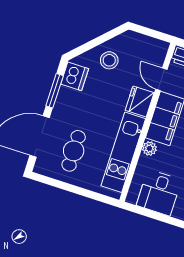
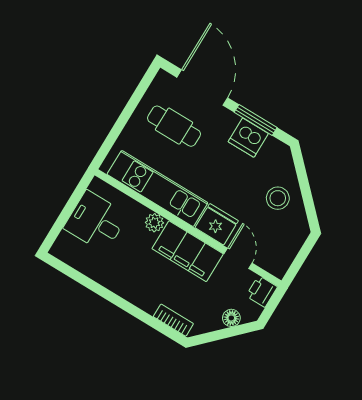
dishwasher: (75, 76) -> (248, 138), moved
door: (161, 79) -> (238, 258), hinge flipped

